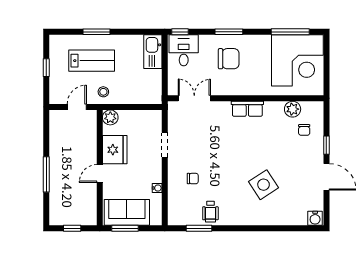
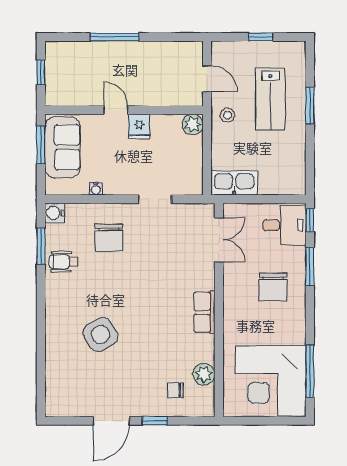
window: (229, 32) -> (310, 266), moved
kitchen sink: (153, 52) -> (234, 183), moved
fridge: (115, 150) -> (139, 127), width x0.53, depth x0.75
chair: (193, 179) -> (109, 238), width x1.87, depth x1.87
water cooler: (315, 218) -> (55, 213), moved

